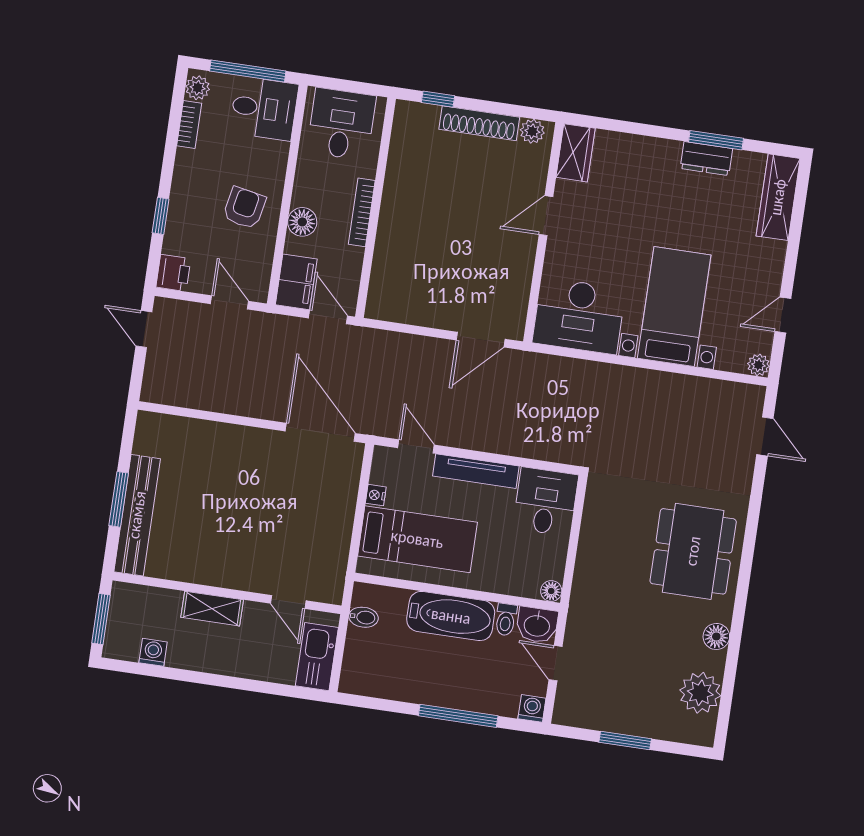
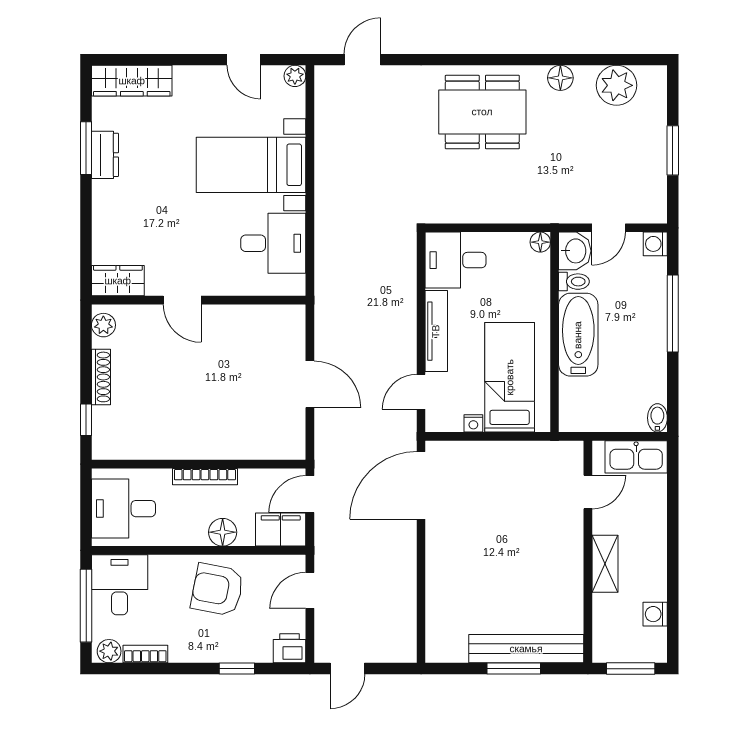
shoe rack: (479, 123) -> (101, 377), width x0.74, depth x0.81
armchair: (244, 208) -> (217, 590), width x1.38, depth x1.38
desk: (579, 316) -> (273, 243), width x0.73
door: (481, 340) -> (310, 384), moved
bidet: (363, 617) -> (657, 418), moved

